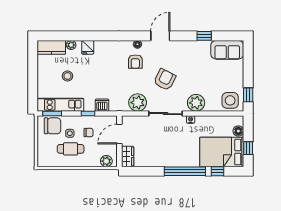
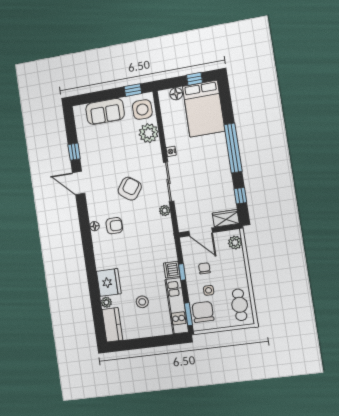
door: (160, 36) -> (79, 183), moved
fridge: (88, 47) -> (109, 282), width x1.88, depth x1.34
sofa: (227, 50) -> (105, 111), moved, turned 90
armchair: (165, 80) -> (130, 189), turned 99
plant: (138, 103) -> (165, 210), width x0.53, depth x0.53
plant: (196, 103) -> (149, 133), moved
dishwasher: (102, 105) -> (172, 270), moved
cafe table: (71, 149) -> (240, 305), moved
window: (218, 171) -> (240, 196), moved

